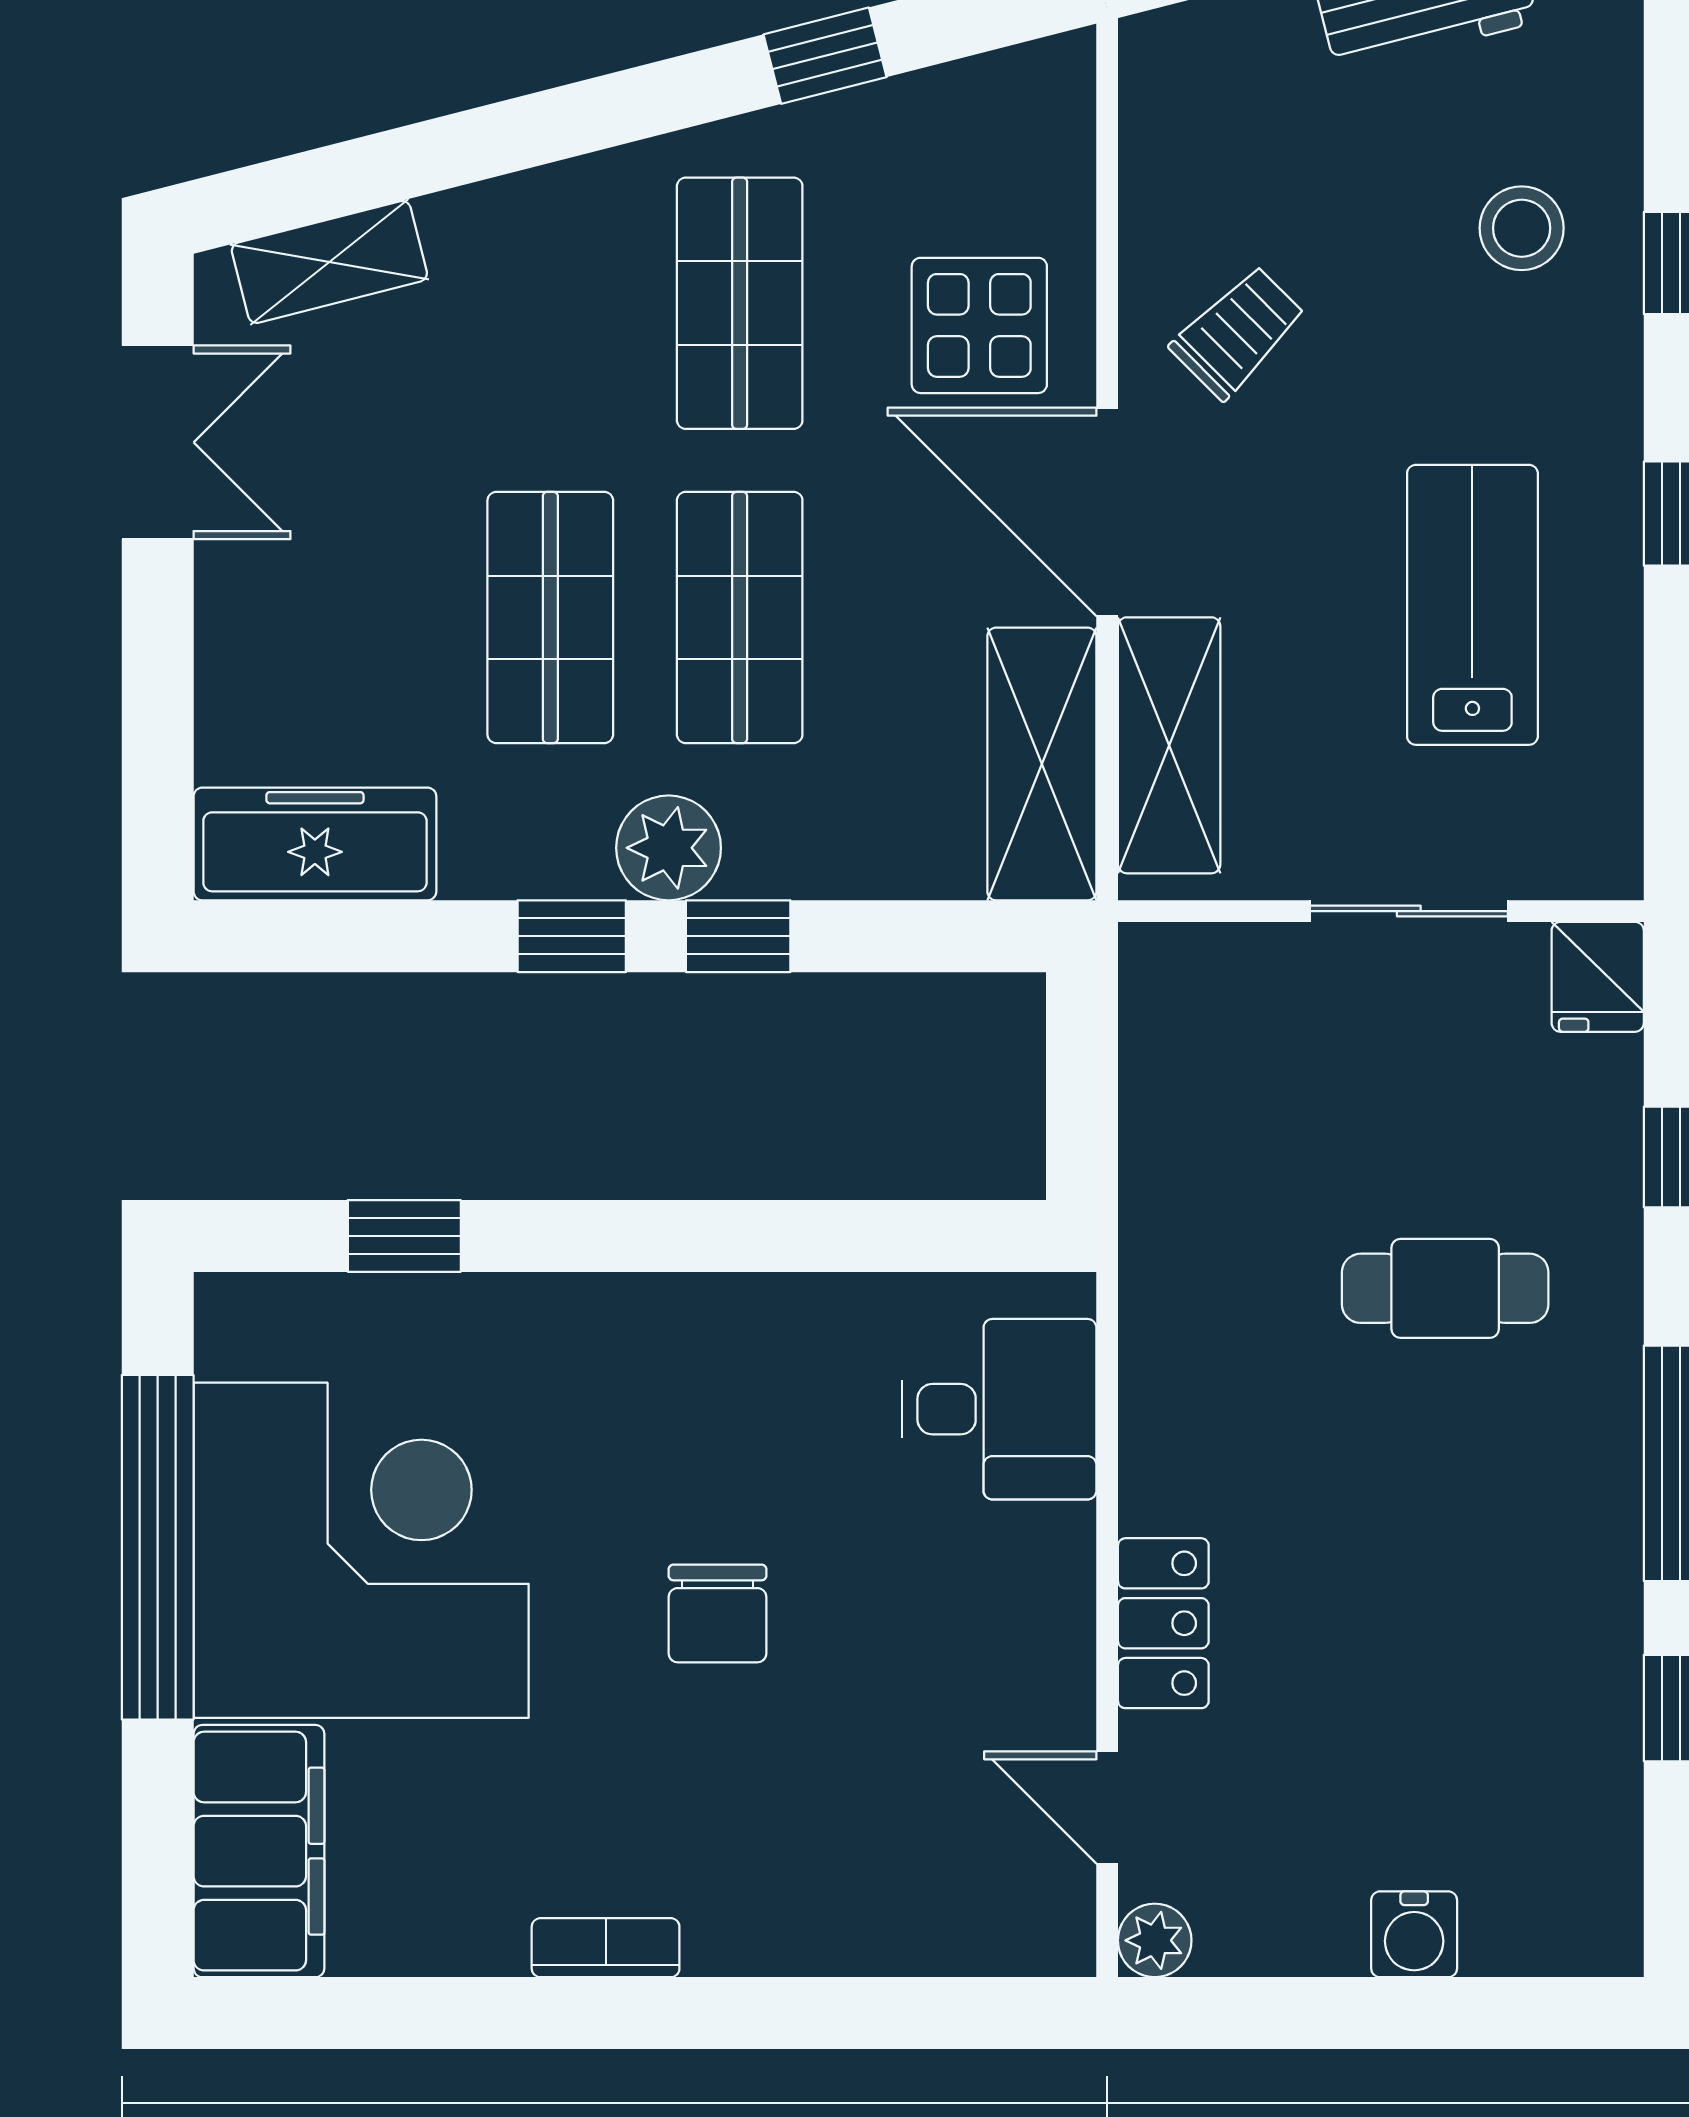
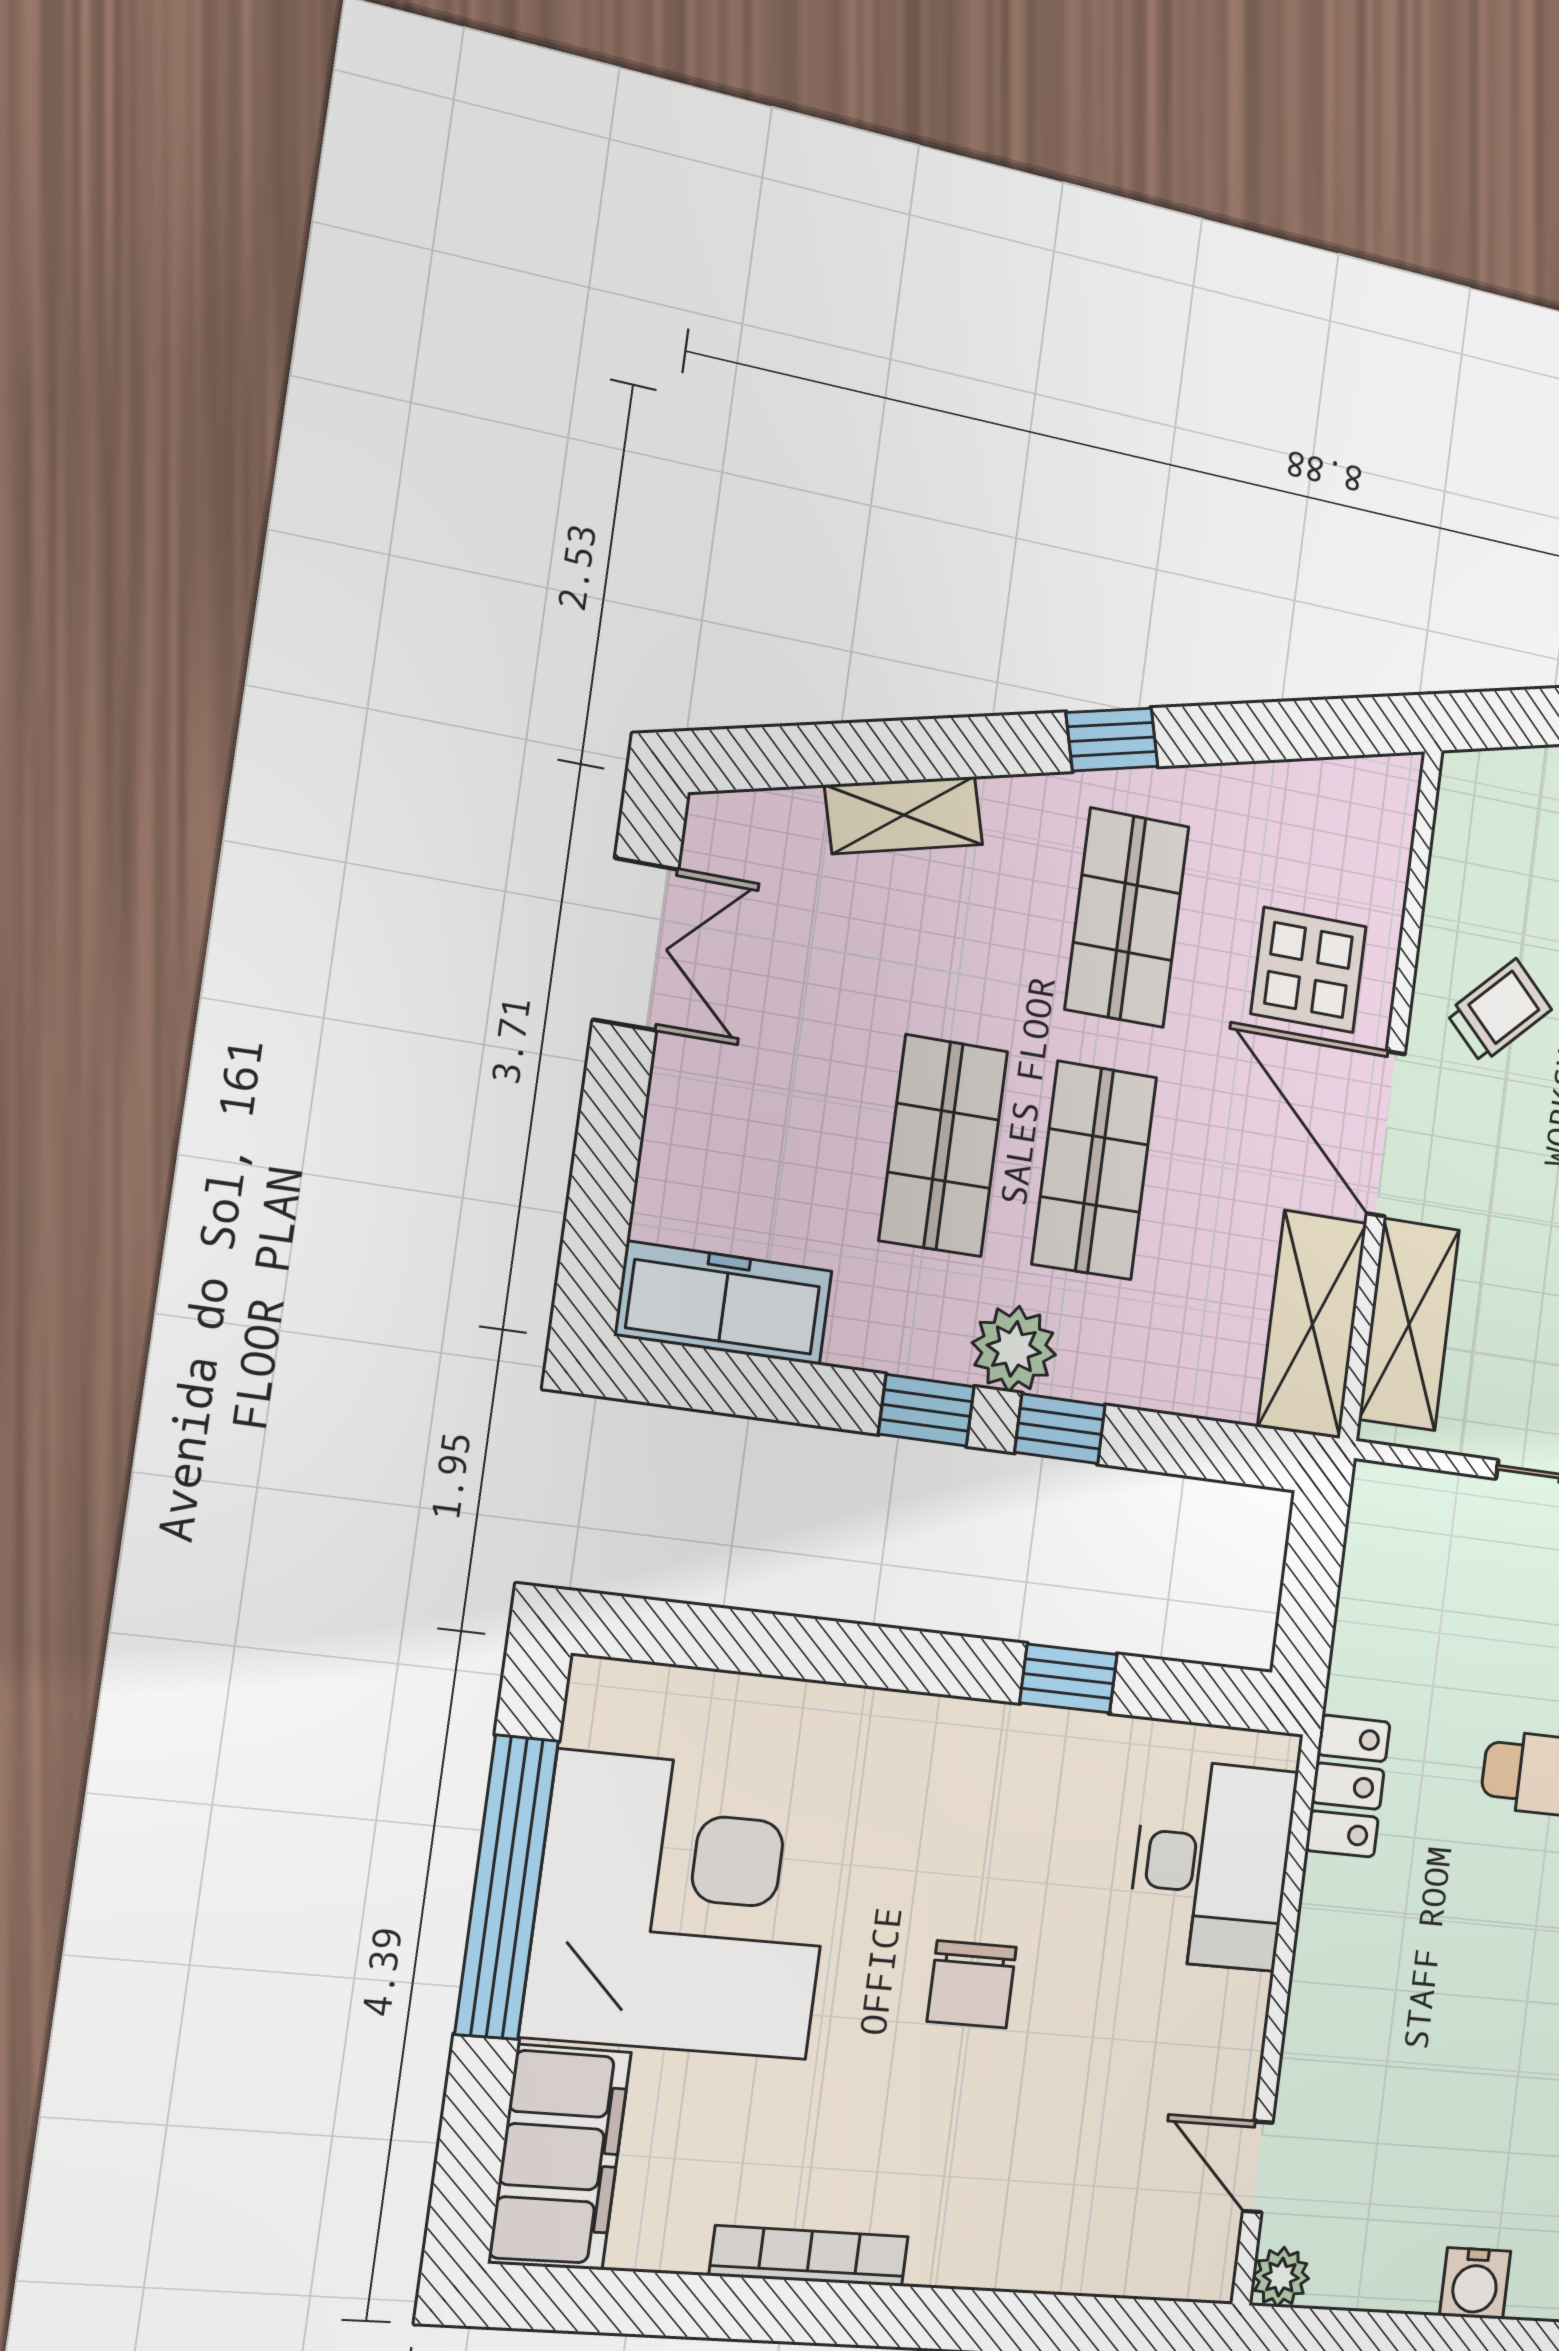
window: (825, 56) -> (1112, 739), moved
shelving: (329, 262) -> (904, 815), moved
window: (404, 1236) -> (1068, 1679), moved
desk: (999, 1409) -> (1212, 1864), width x1.37
locker: (1163, 1623) -> (1348, 1786), moved
bookcase: (606, 1948) -> (809, 2256), width x1.56

